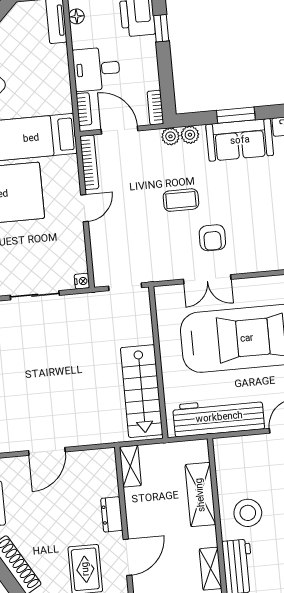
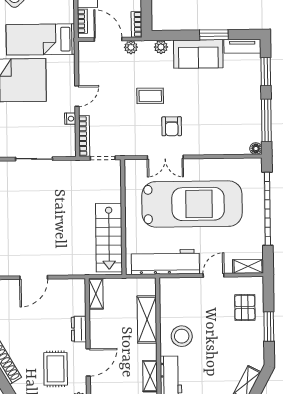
window: (236, 115) -> (214, 35), moved
plant: (170, 136) -> (131, 47), moved
bookcase: (89, 162) -> (84, 136), moved
nightstand: (82, 281) -> (70, 119), moved

